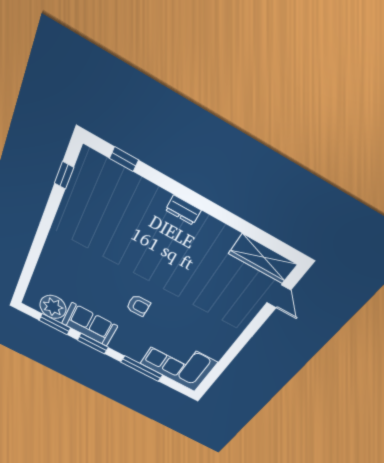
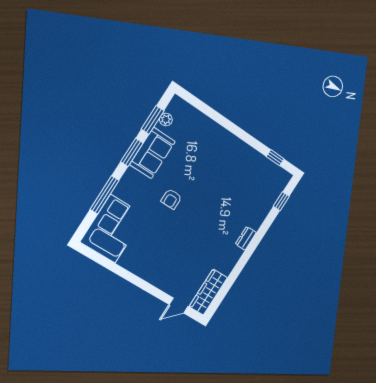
plant: (53, 307) -> (166, 119), width x0.53, depth x0.53

